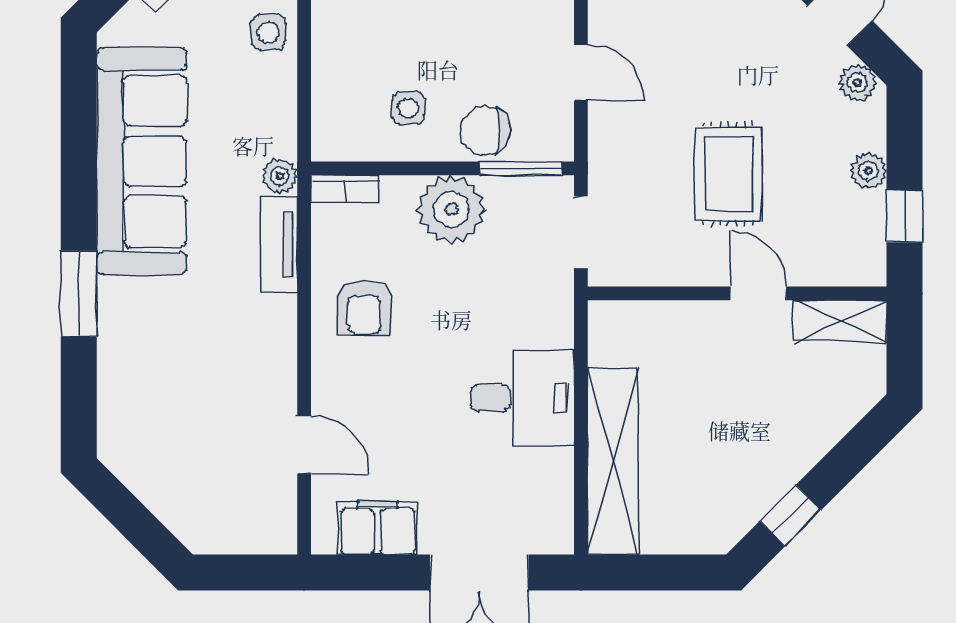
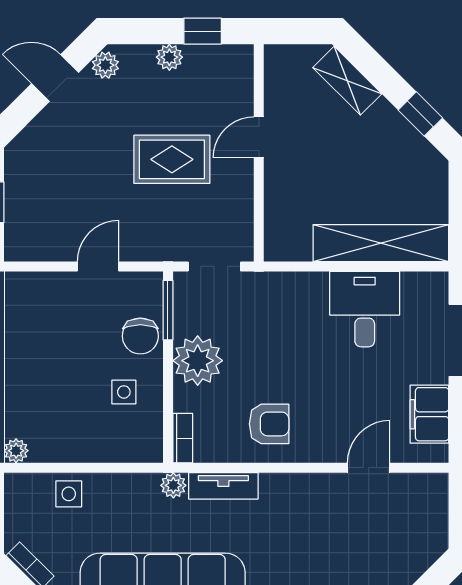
shelving: (840, 321) -> (347, 81), moved, turned -45
desk: (522, 398) -> (365, 309), moved

